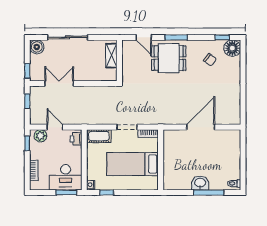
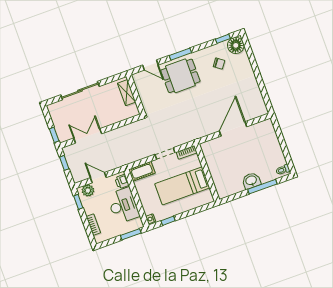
boiler: (37, 47) -> (55, 110), removed
desk: (66, 177) -> (123, 206), moved, turned -90

